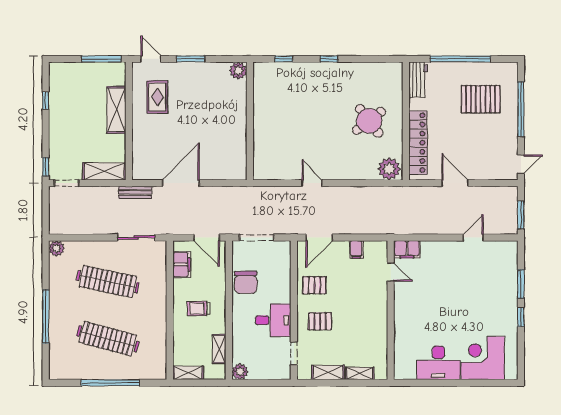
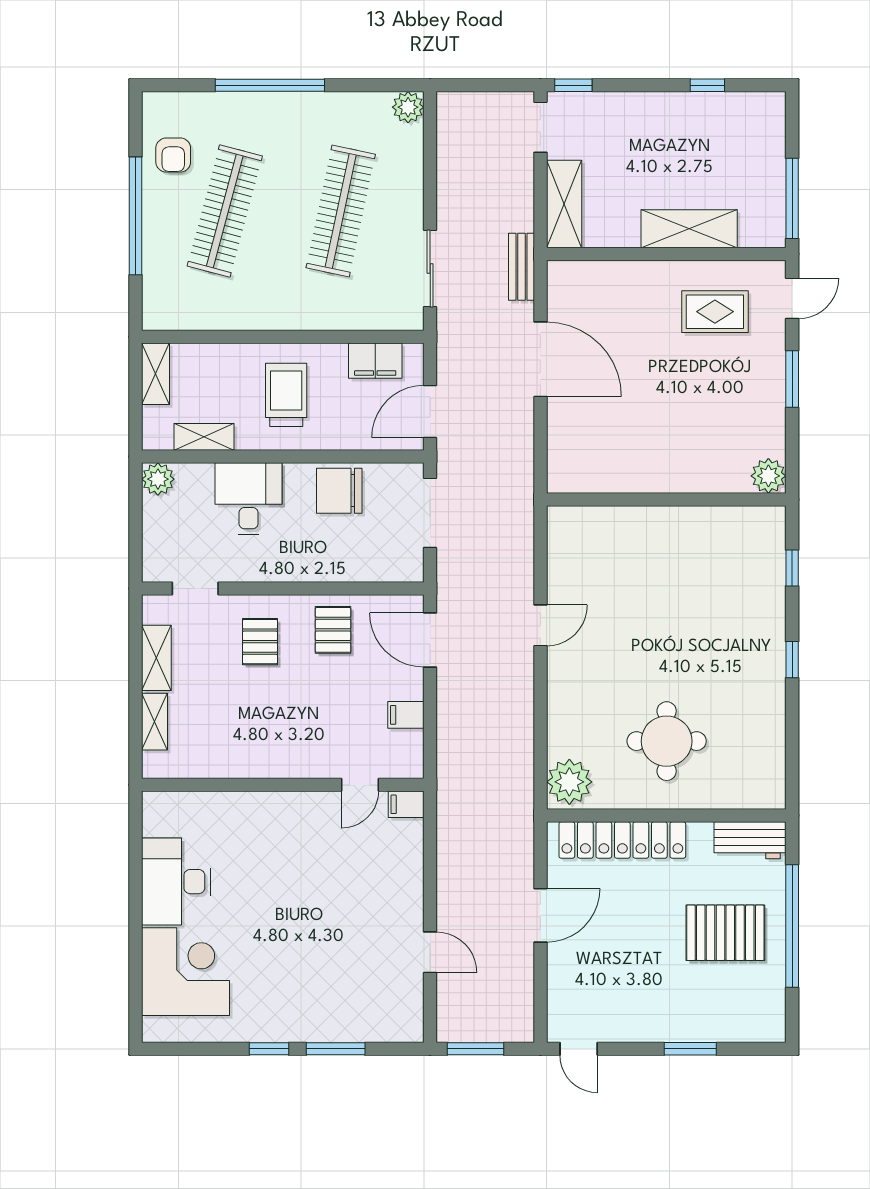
pallet: (481, 99) -> (725, 933), moved, turned 90
window: (521, 109) -> (690, 1049), width x0.47
round table: (369, 121) -> (667, 741), turned 37
filing cabinet: (407, 249) -> (406, 804), width x0.50
trolley: (198, 308) -> (286, 395), width x1.36, depth x1.39
desk: (273, 320) -> (249, 499), moved, turned 180
armchair: (80, 364) -> (173, 155), added

